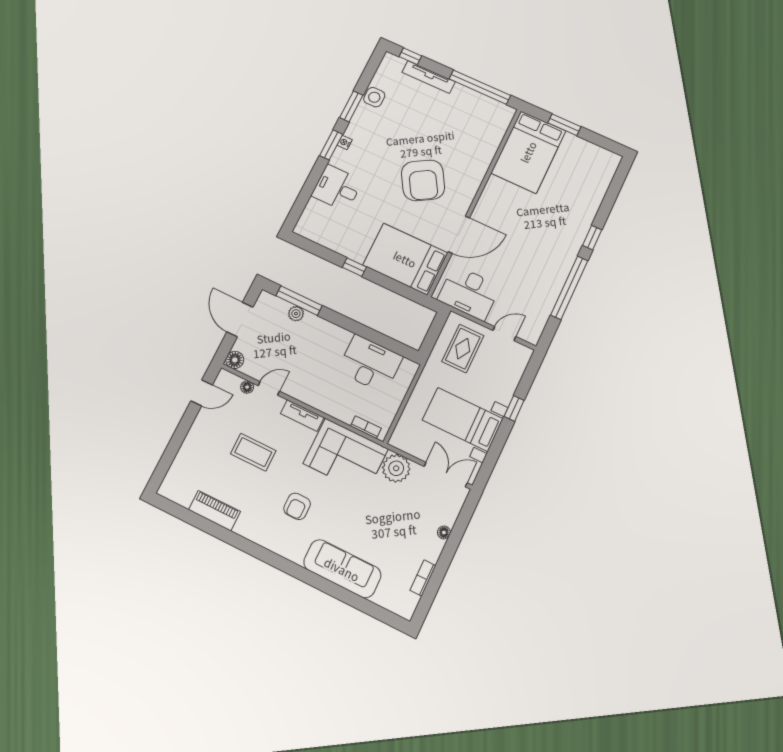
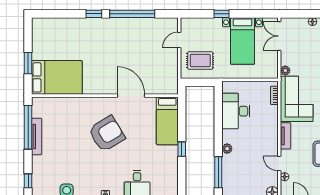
tv unit: (429, 77) -> (37, 136), moved
bed: (405, 259) -> (167, 121), width x0.67
desk: (469, 293) -> (164, 73), removed
plant: (296, 314) -> (227, 149), moved
door: (504, 334) -> (179, 40), hinge flipped
plant: (396, 468) -> (285, 70), width x0.53, depth x0.53

